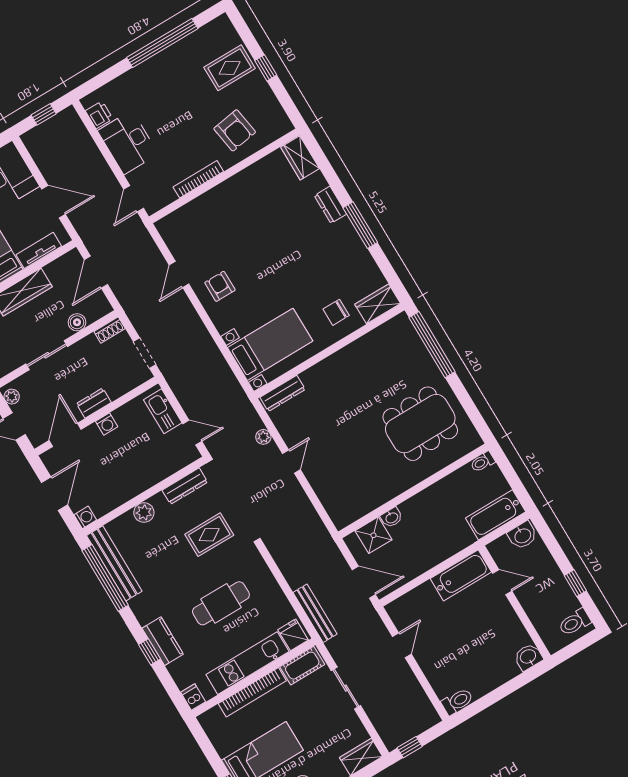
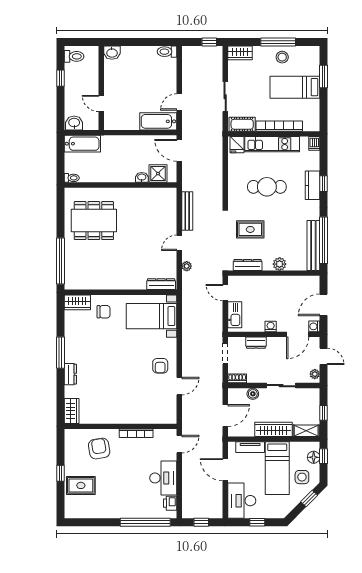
window: (162, 43) -> (145, 522), moved
dresser: (94, 403) -> (256, 343), moved
washing machine: (85, 517) -> (314, 326), moved
bathtub: (461, 575) -> (158, 121), moved
bench: (315, 613) -> (187, 211), moved

